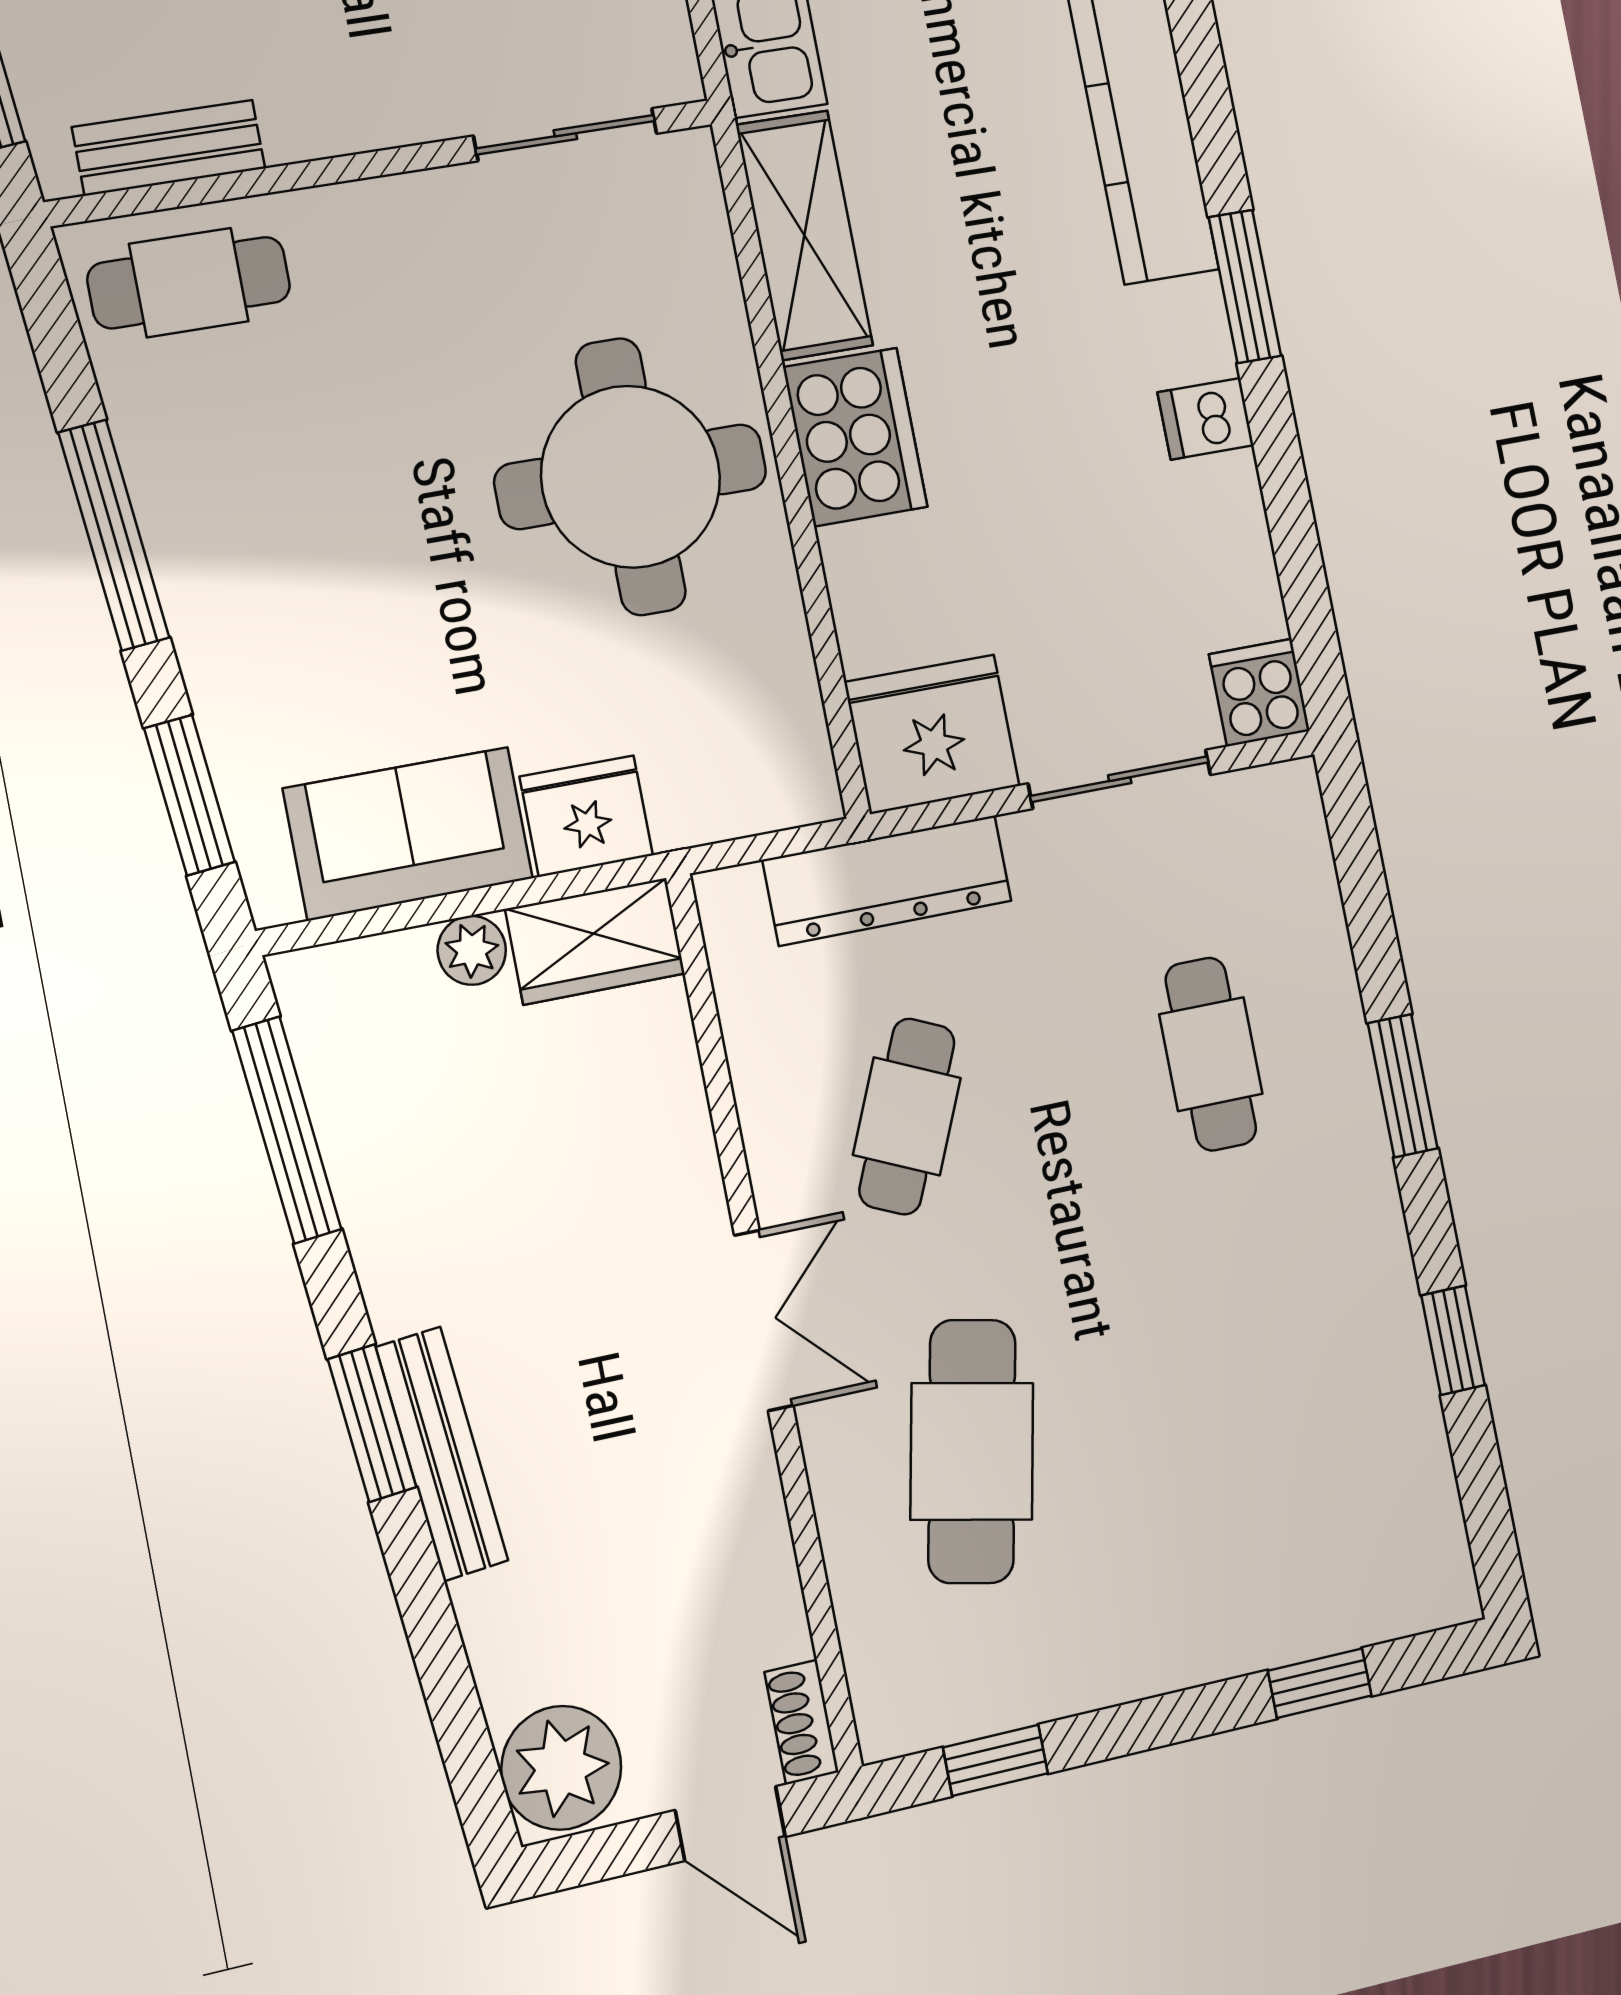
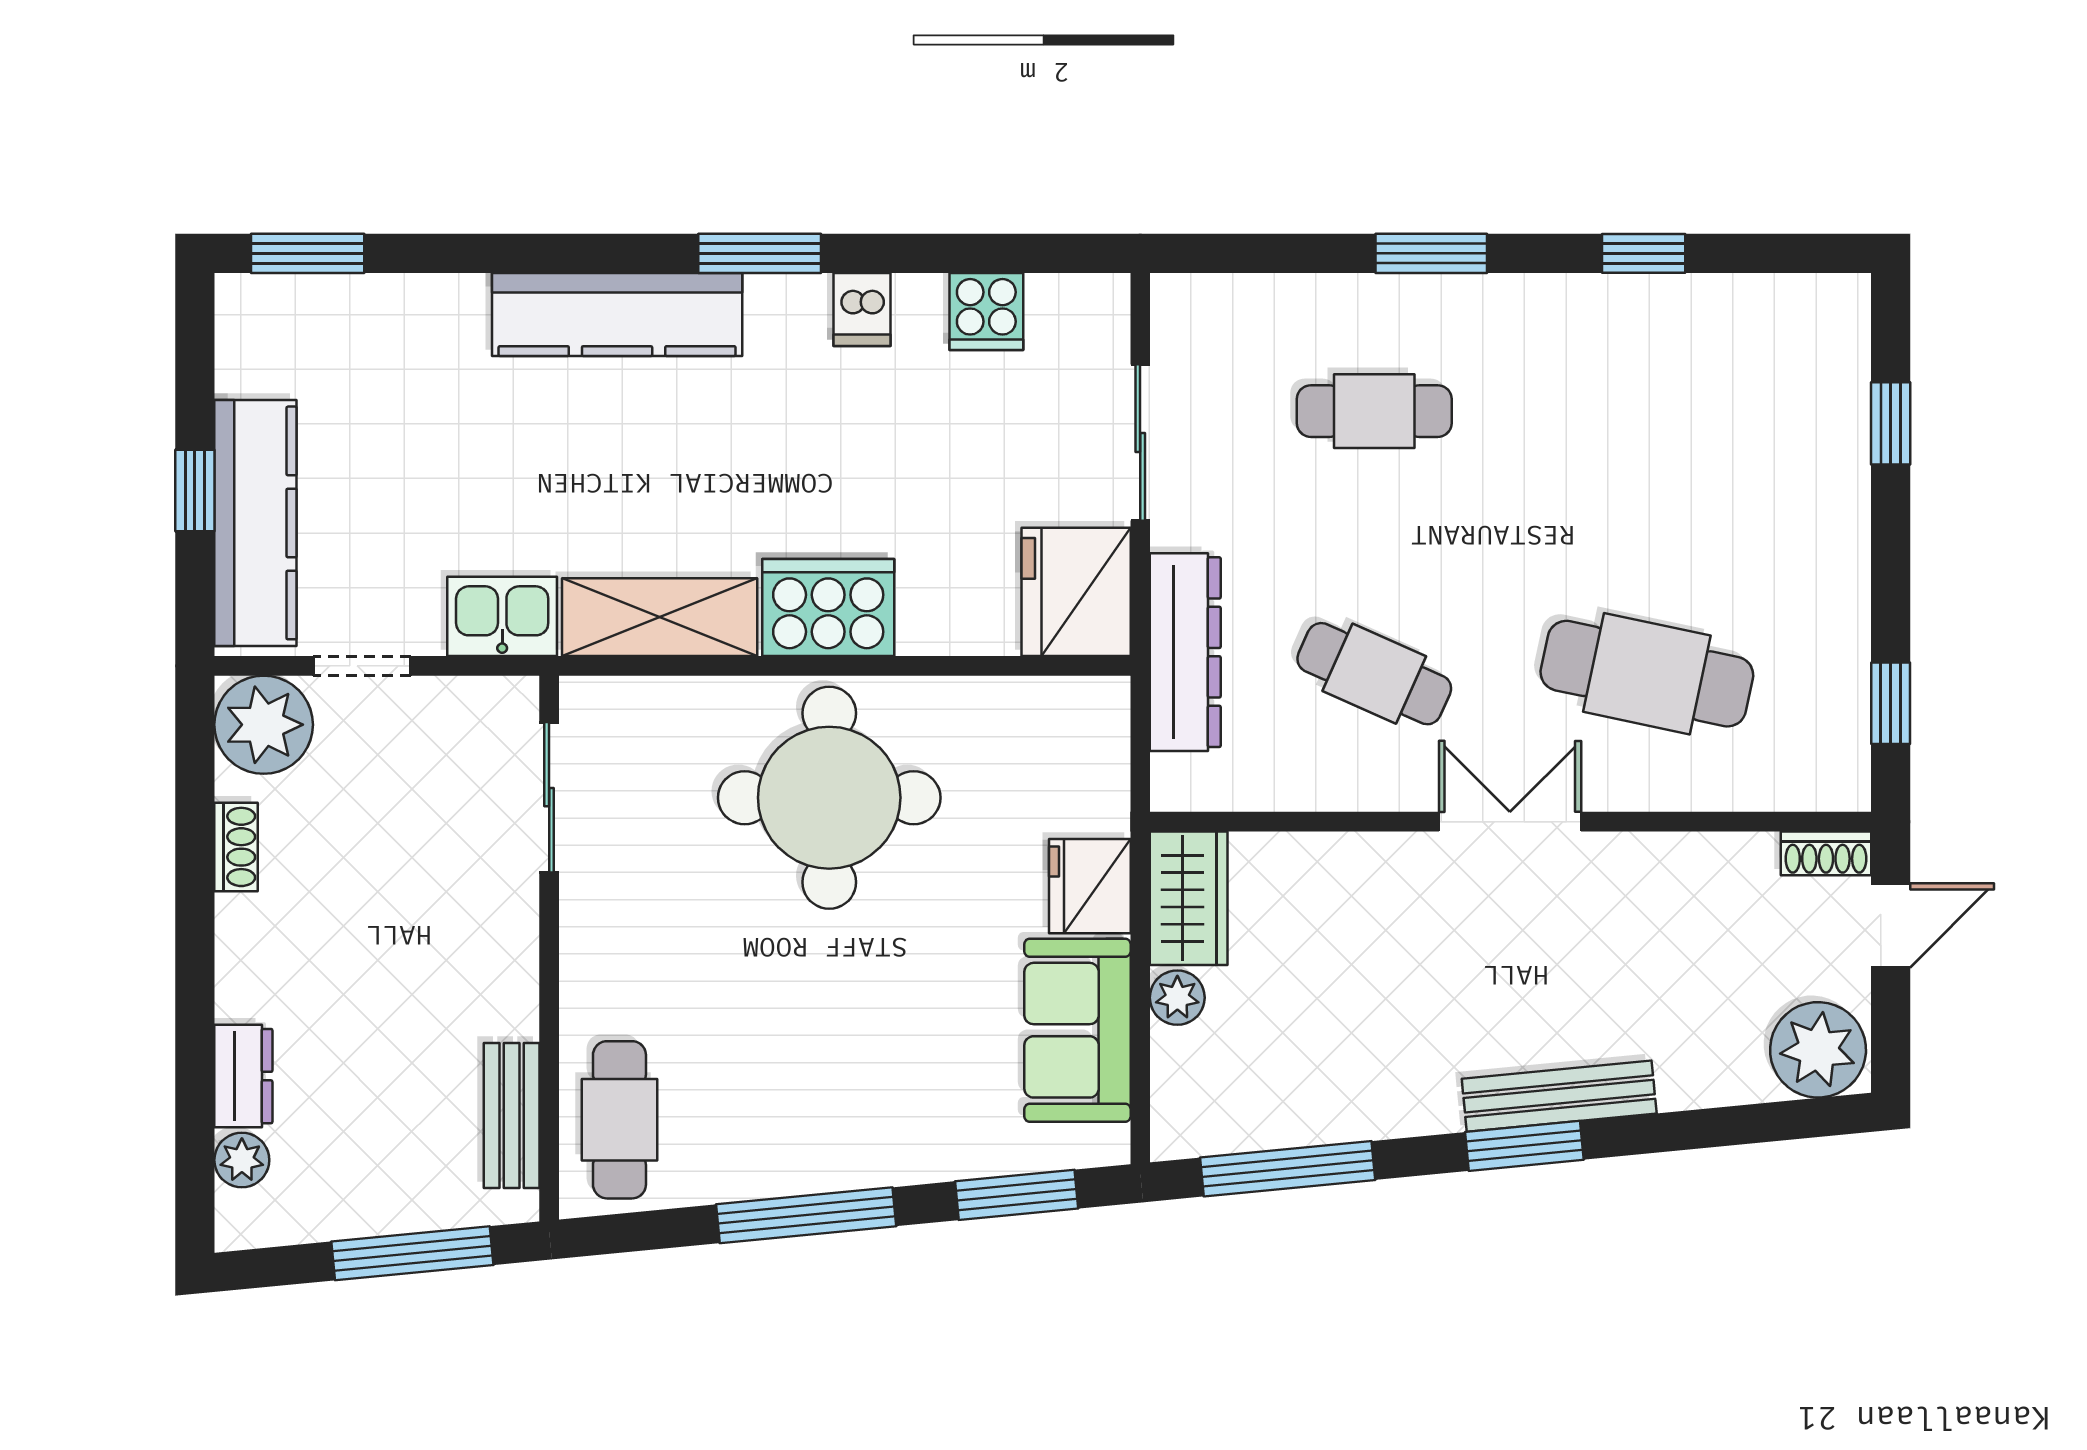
cooker: (1259, 693) -> (986, 311), moved, turned -90

